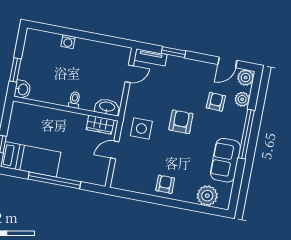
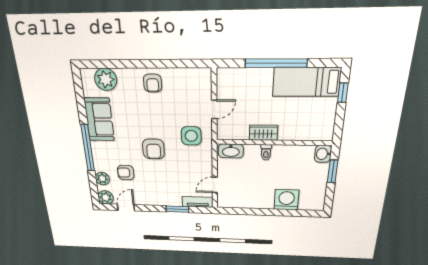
washing machine: (68, 42) -> (286, 200), width x1.89, depth x1.89
armchair: (216, 102) -> (126, 173), turned 88
wardrobe: (100, 125) -> (263, 133), moved

